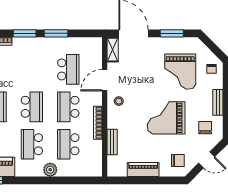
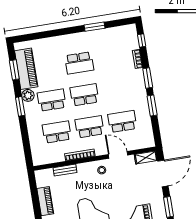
school desk: (68, 69) -> (122, 121), turned 180
school desk: (32, 107) -> (84, 95), turned 180
plant: (50, 170) -> (28, 95), moved
window: (33, 180) -> (20, 106), added

